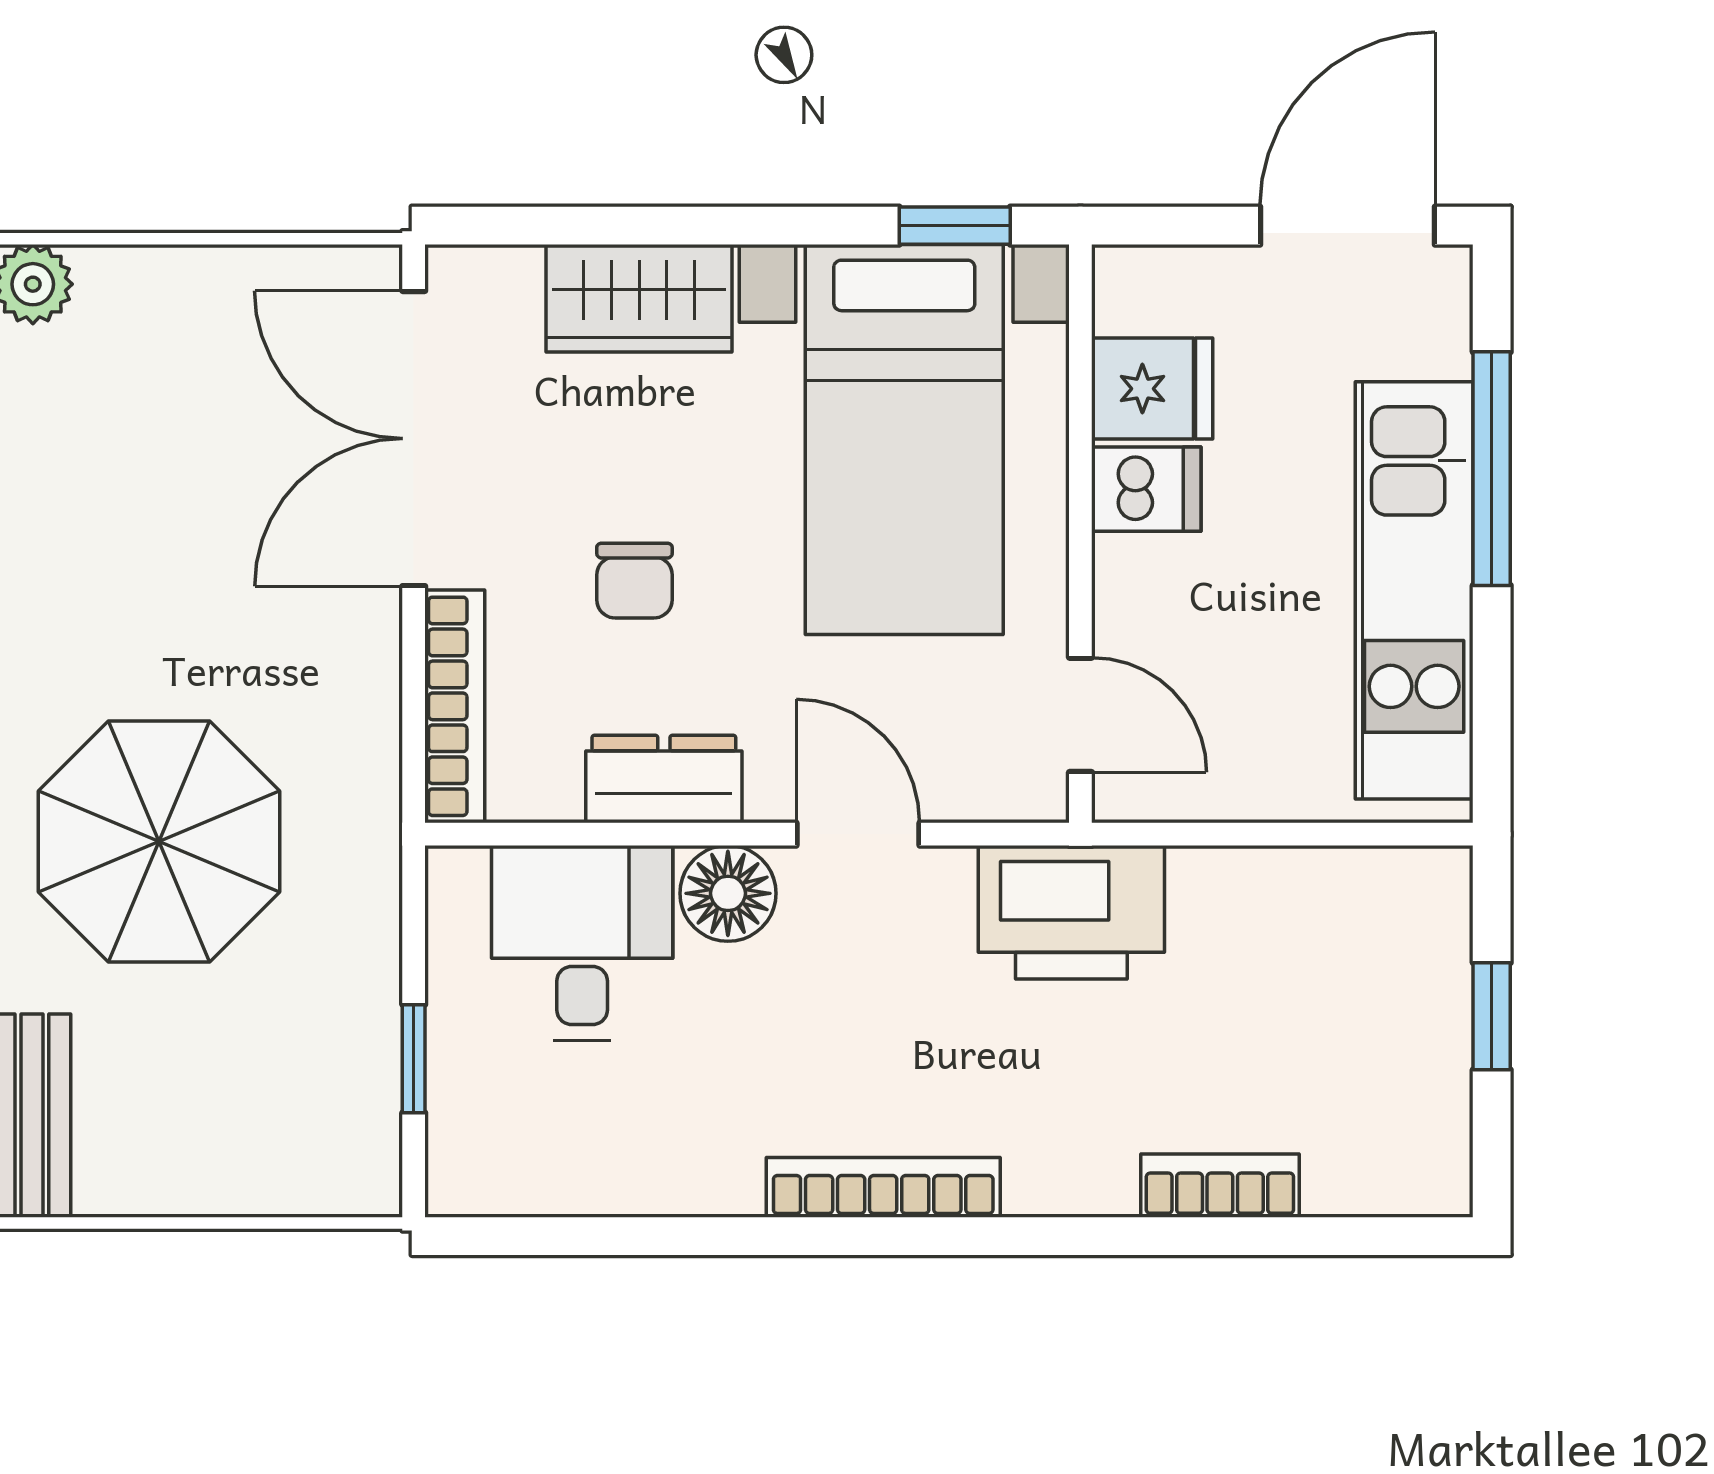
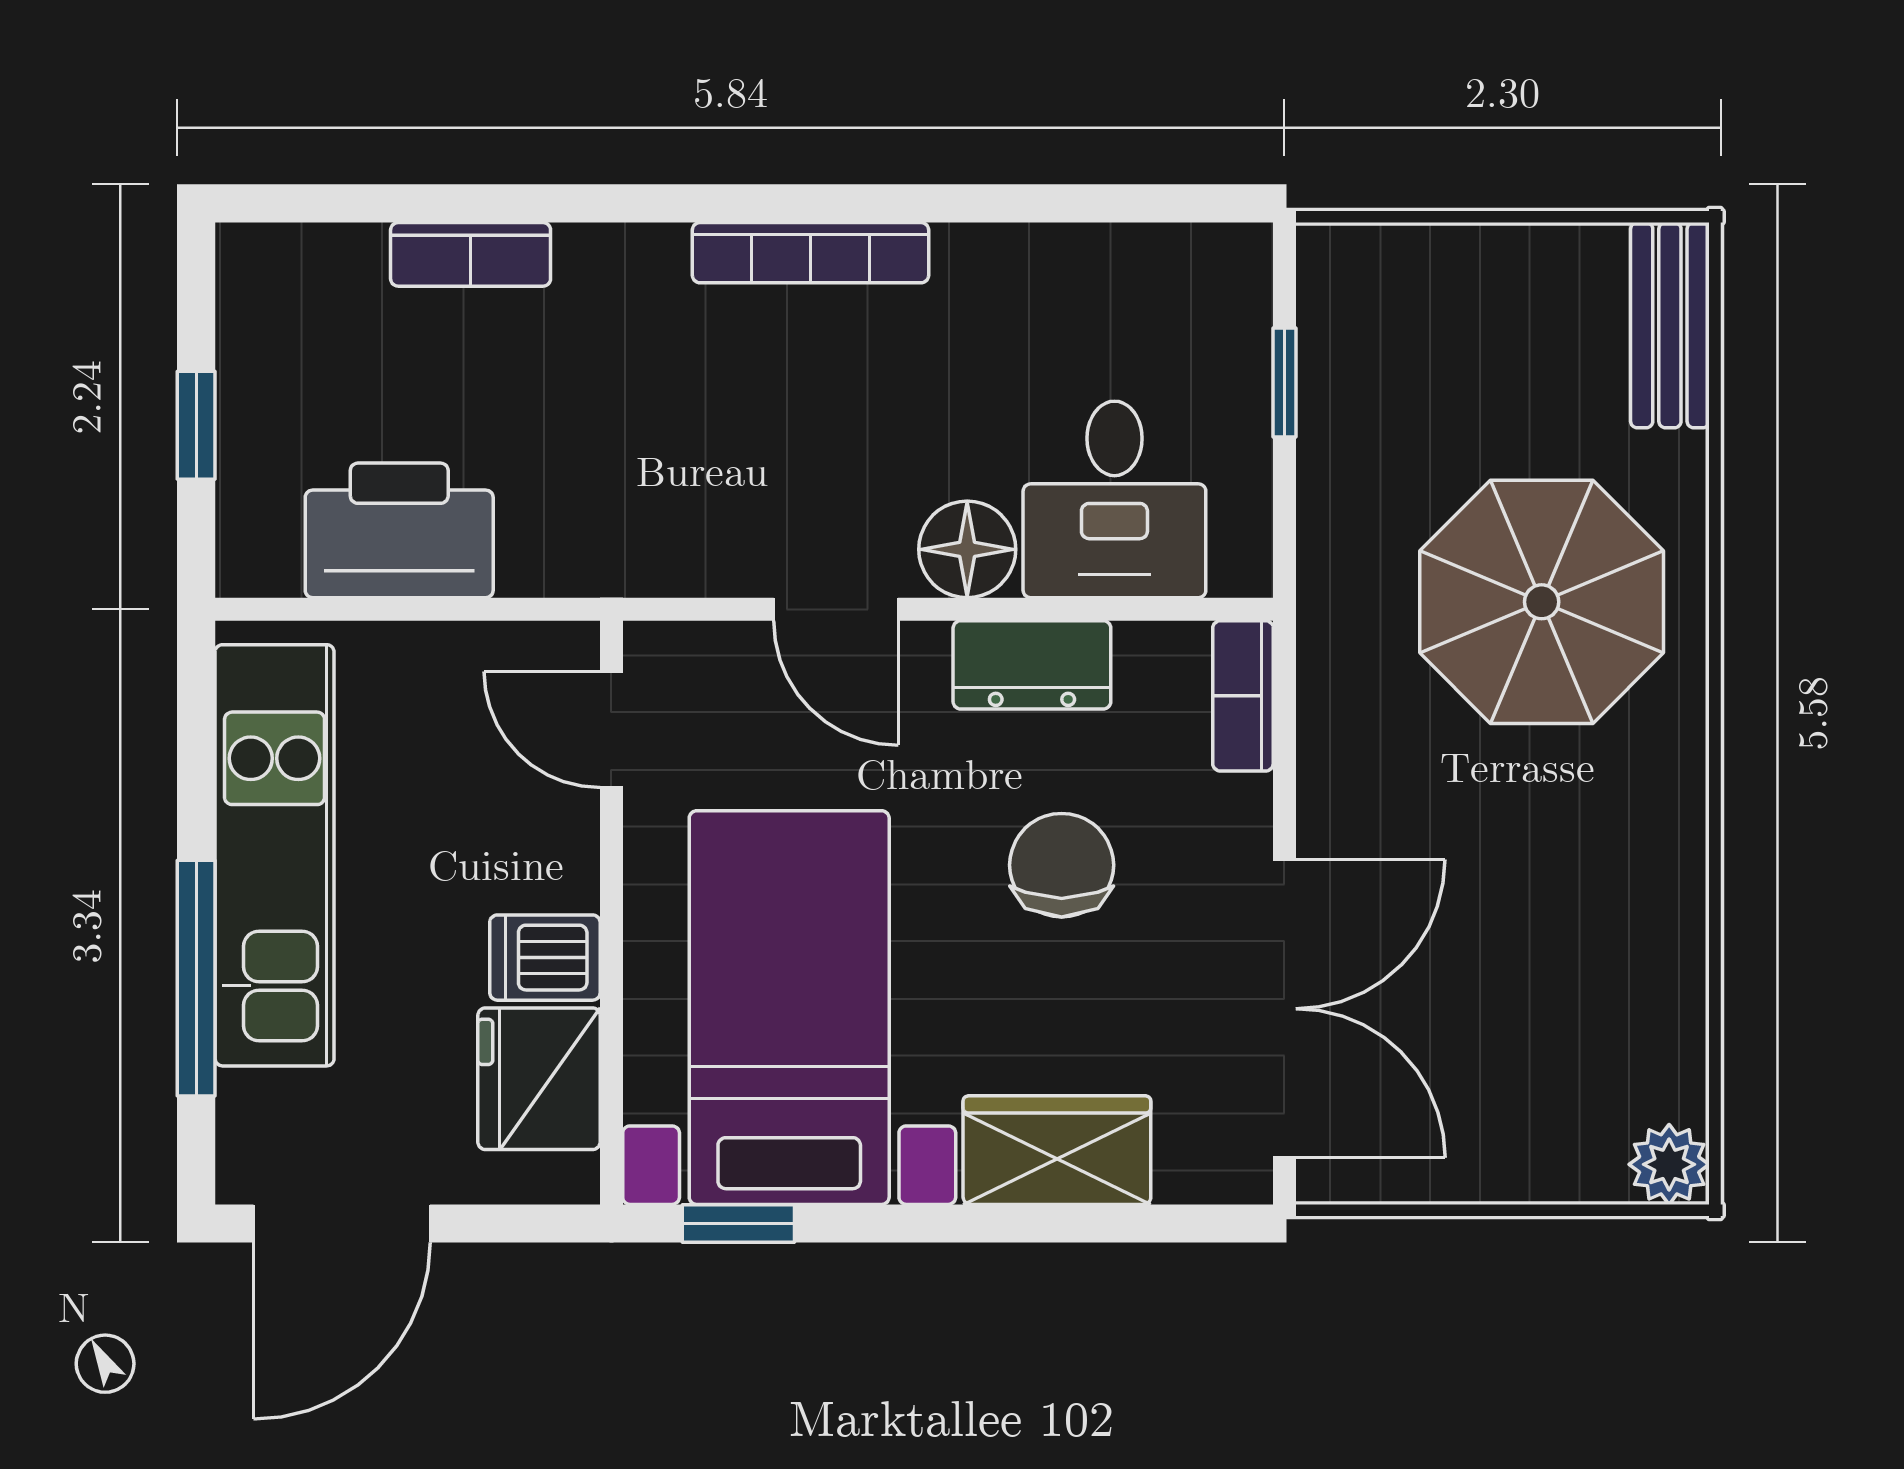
fridge: (1152, 389) -> (539, 1079), width x1.38
chair: (634, 581) -> (1062, 865), width x1.37, depth x1.37
bookcase: (455, 706) -> (1243, 696), width x0.64
printer: (1071, 912) -> (399, 530), moved

